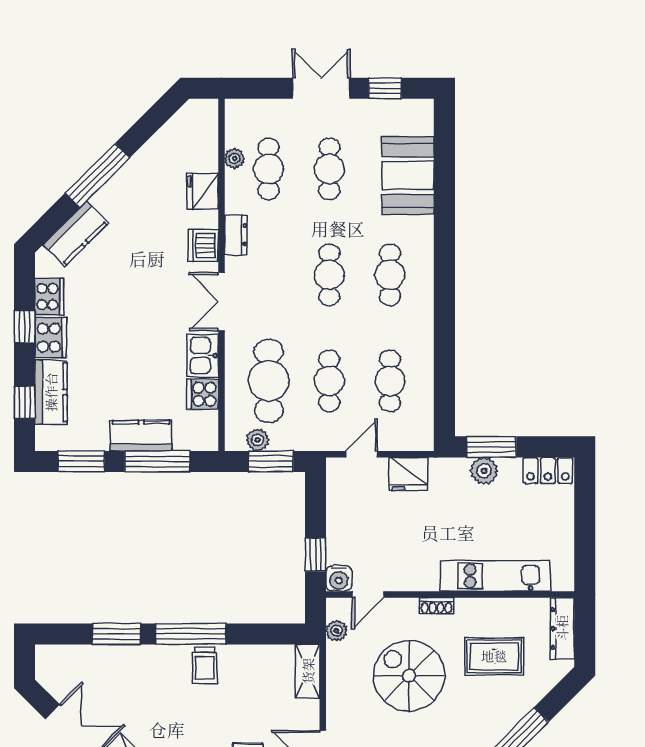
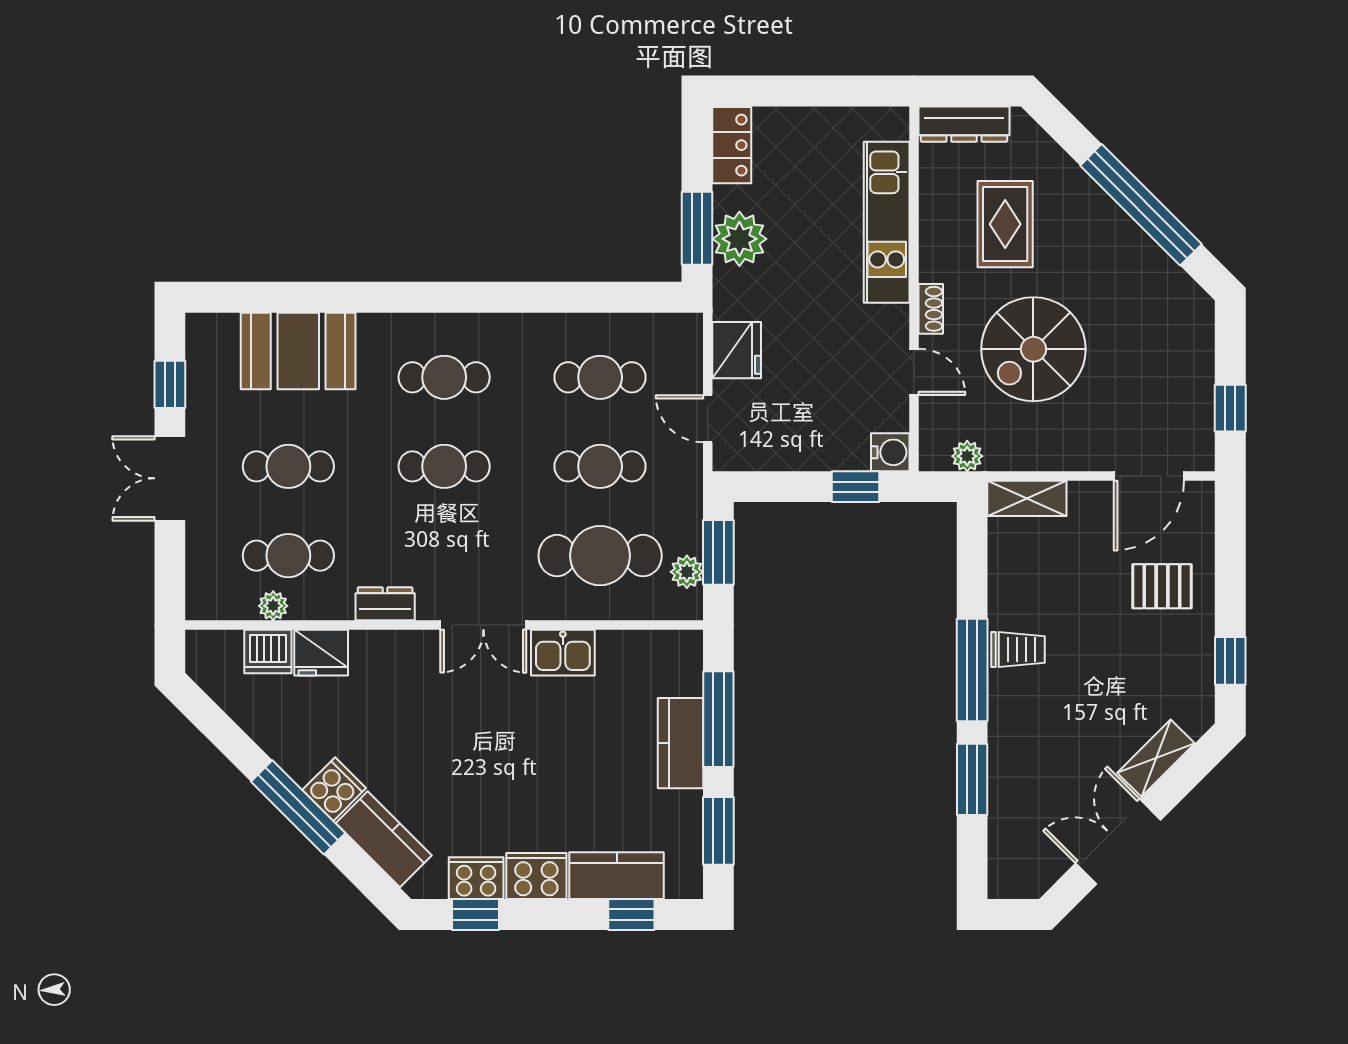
dishwasher: (203, 245) -> (268, 652), moved
window: (24, 327) -> (476, 914), moved
cooker: (203, 394) -> (334, 789), moved, turned -135
plant: (484, 471) -> (739, 239), width x1.36, depth x1.36
door: (368, 594) -> (914, 372), moved

